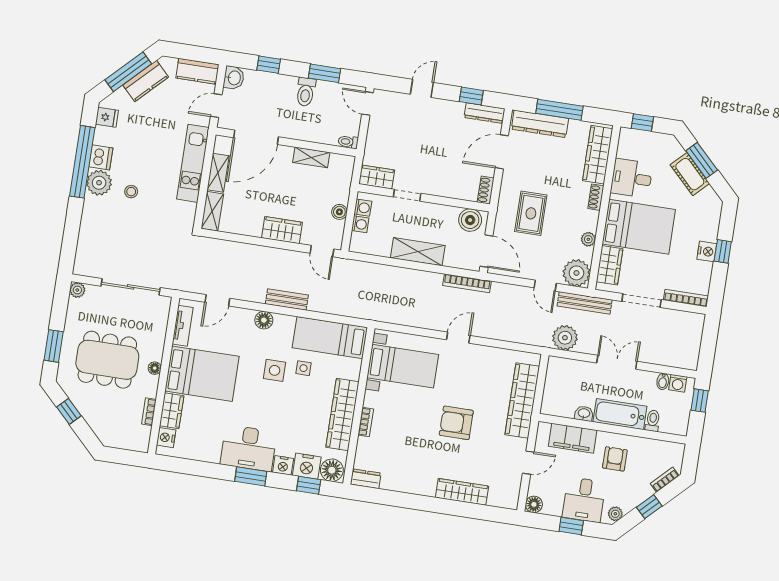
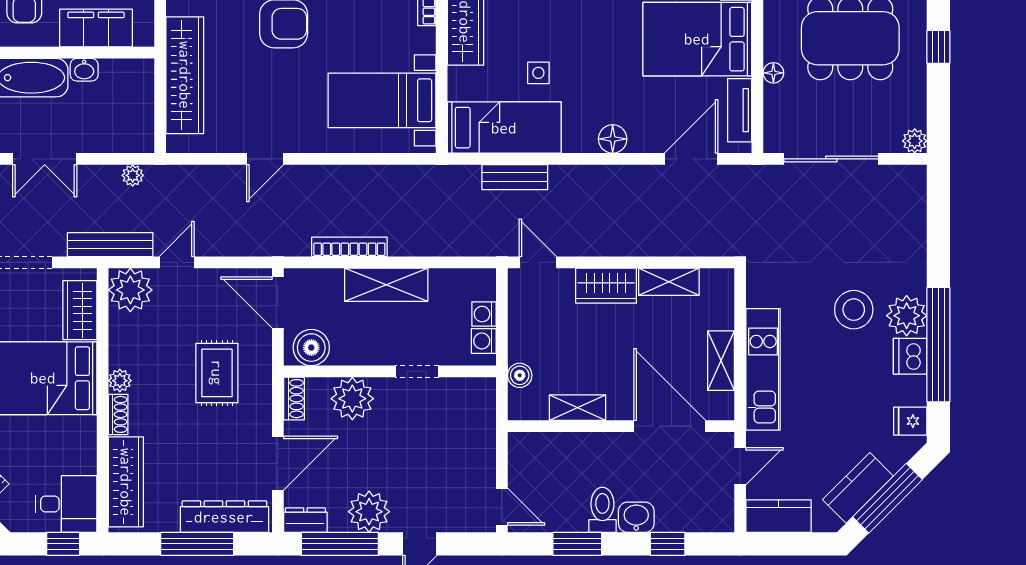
washbasin: (234, 78) -> (636, 517), moved, turned 90
window: (471, 96) -> (340, 544), width x2.17
plant: (450, 113) -> (369, 512), added
dresser: (484, 113) -> (305, 520), width x0.70
door: (256, 137) -> (670, 426), hinge flipped
toilet: (348, 142) -> (523, 441), removed
wardrobe: (377, 177) -> (469, 393), removed
desk: (632, 178) -> (66, 504), moved
plant: (450, 185) -> (352, 399), added
stool: (131, 192) -> (854, 310), width x1.89, depth x1.89
shelving: (212, 211) -> (669, 282), moved, turned 90
boiler: (339, 212) -> (520, 375), moved
plant: (588, 239) -> (120, 381), moved
bookcase: (467, 283) -> (349, 247), moved
door: (545, 286) -> (177, 262), hinge flipped
bench: (287, 299) -> (515, 177), moved
door: (217, 300) -> (691, 159), width x1.38
door: (458, 338) -> (265, 159), moved
plant: (565, 338) -> (133, 175), width x0.53, depth x0.53
window: (54, 346) -> (938, 47), width x0.67
floor lamp: (155, 368) -> (773, 73), moved
side table: (275, 370) -> (583, 62), removed

